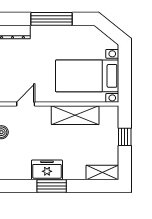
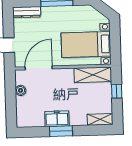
door: (26, 104) -> (39, 68), width x1.88
shelving: (75, 115) -> (93, 75), moved

